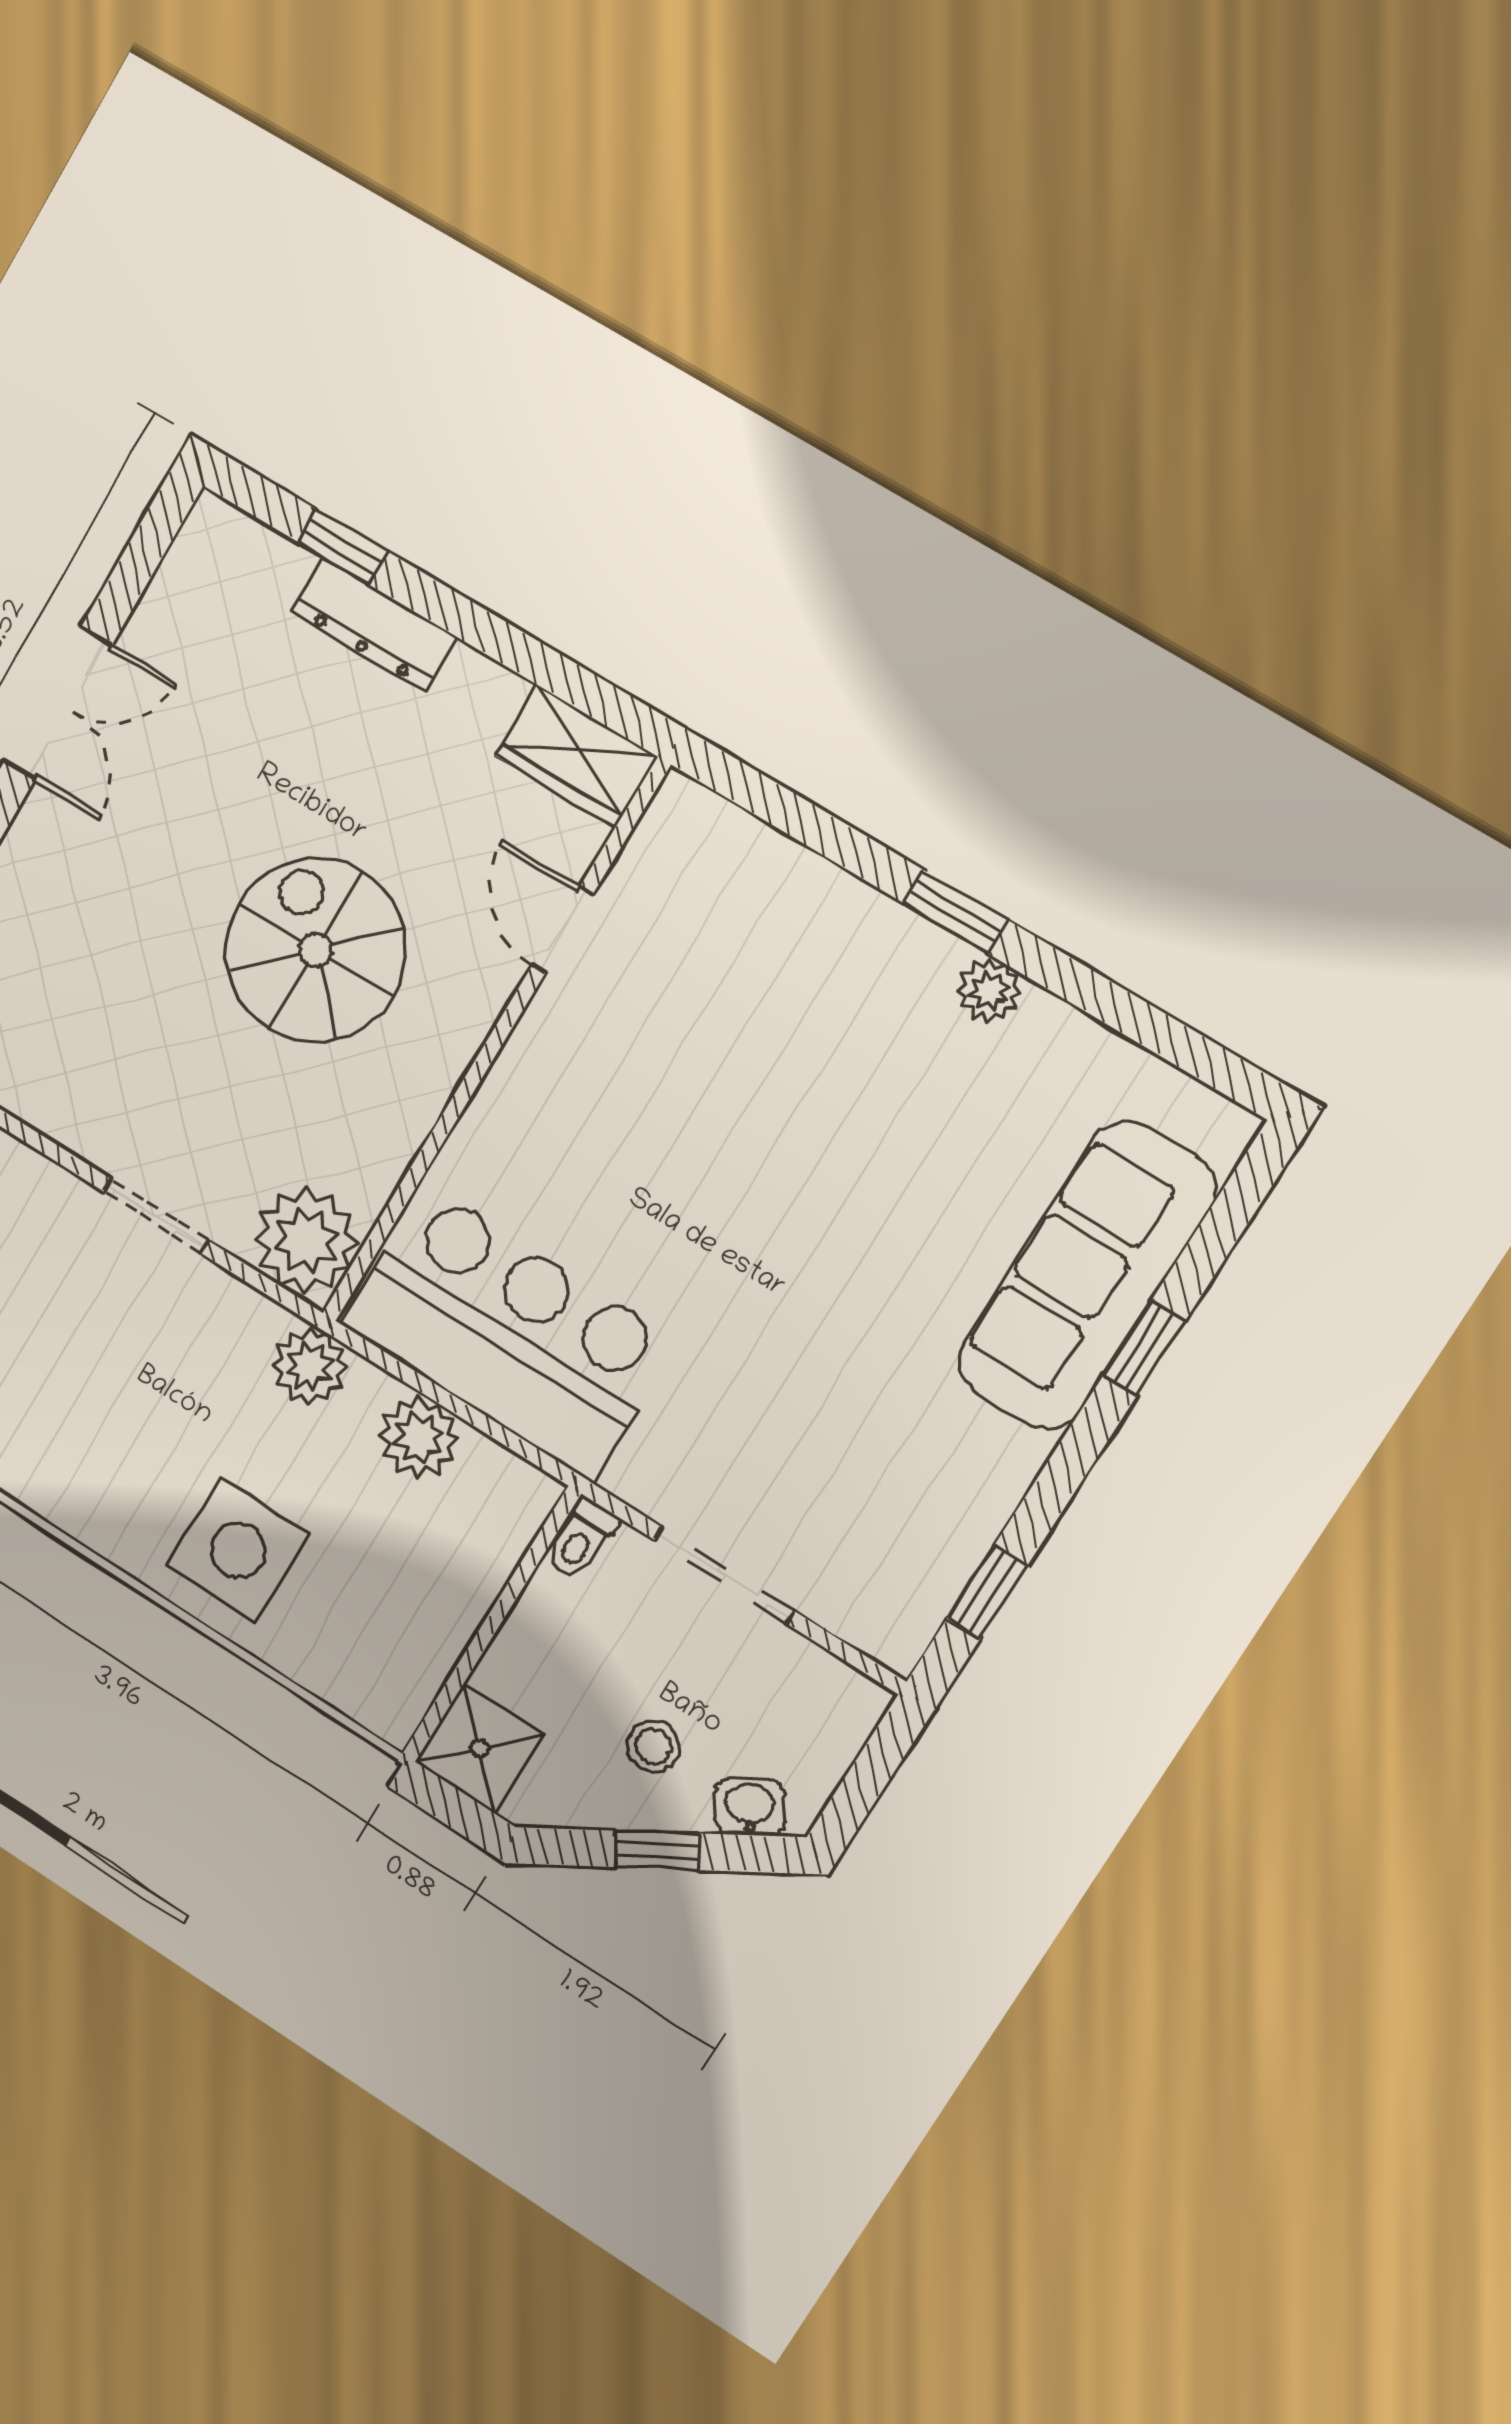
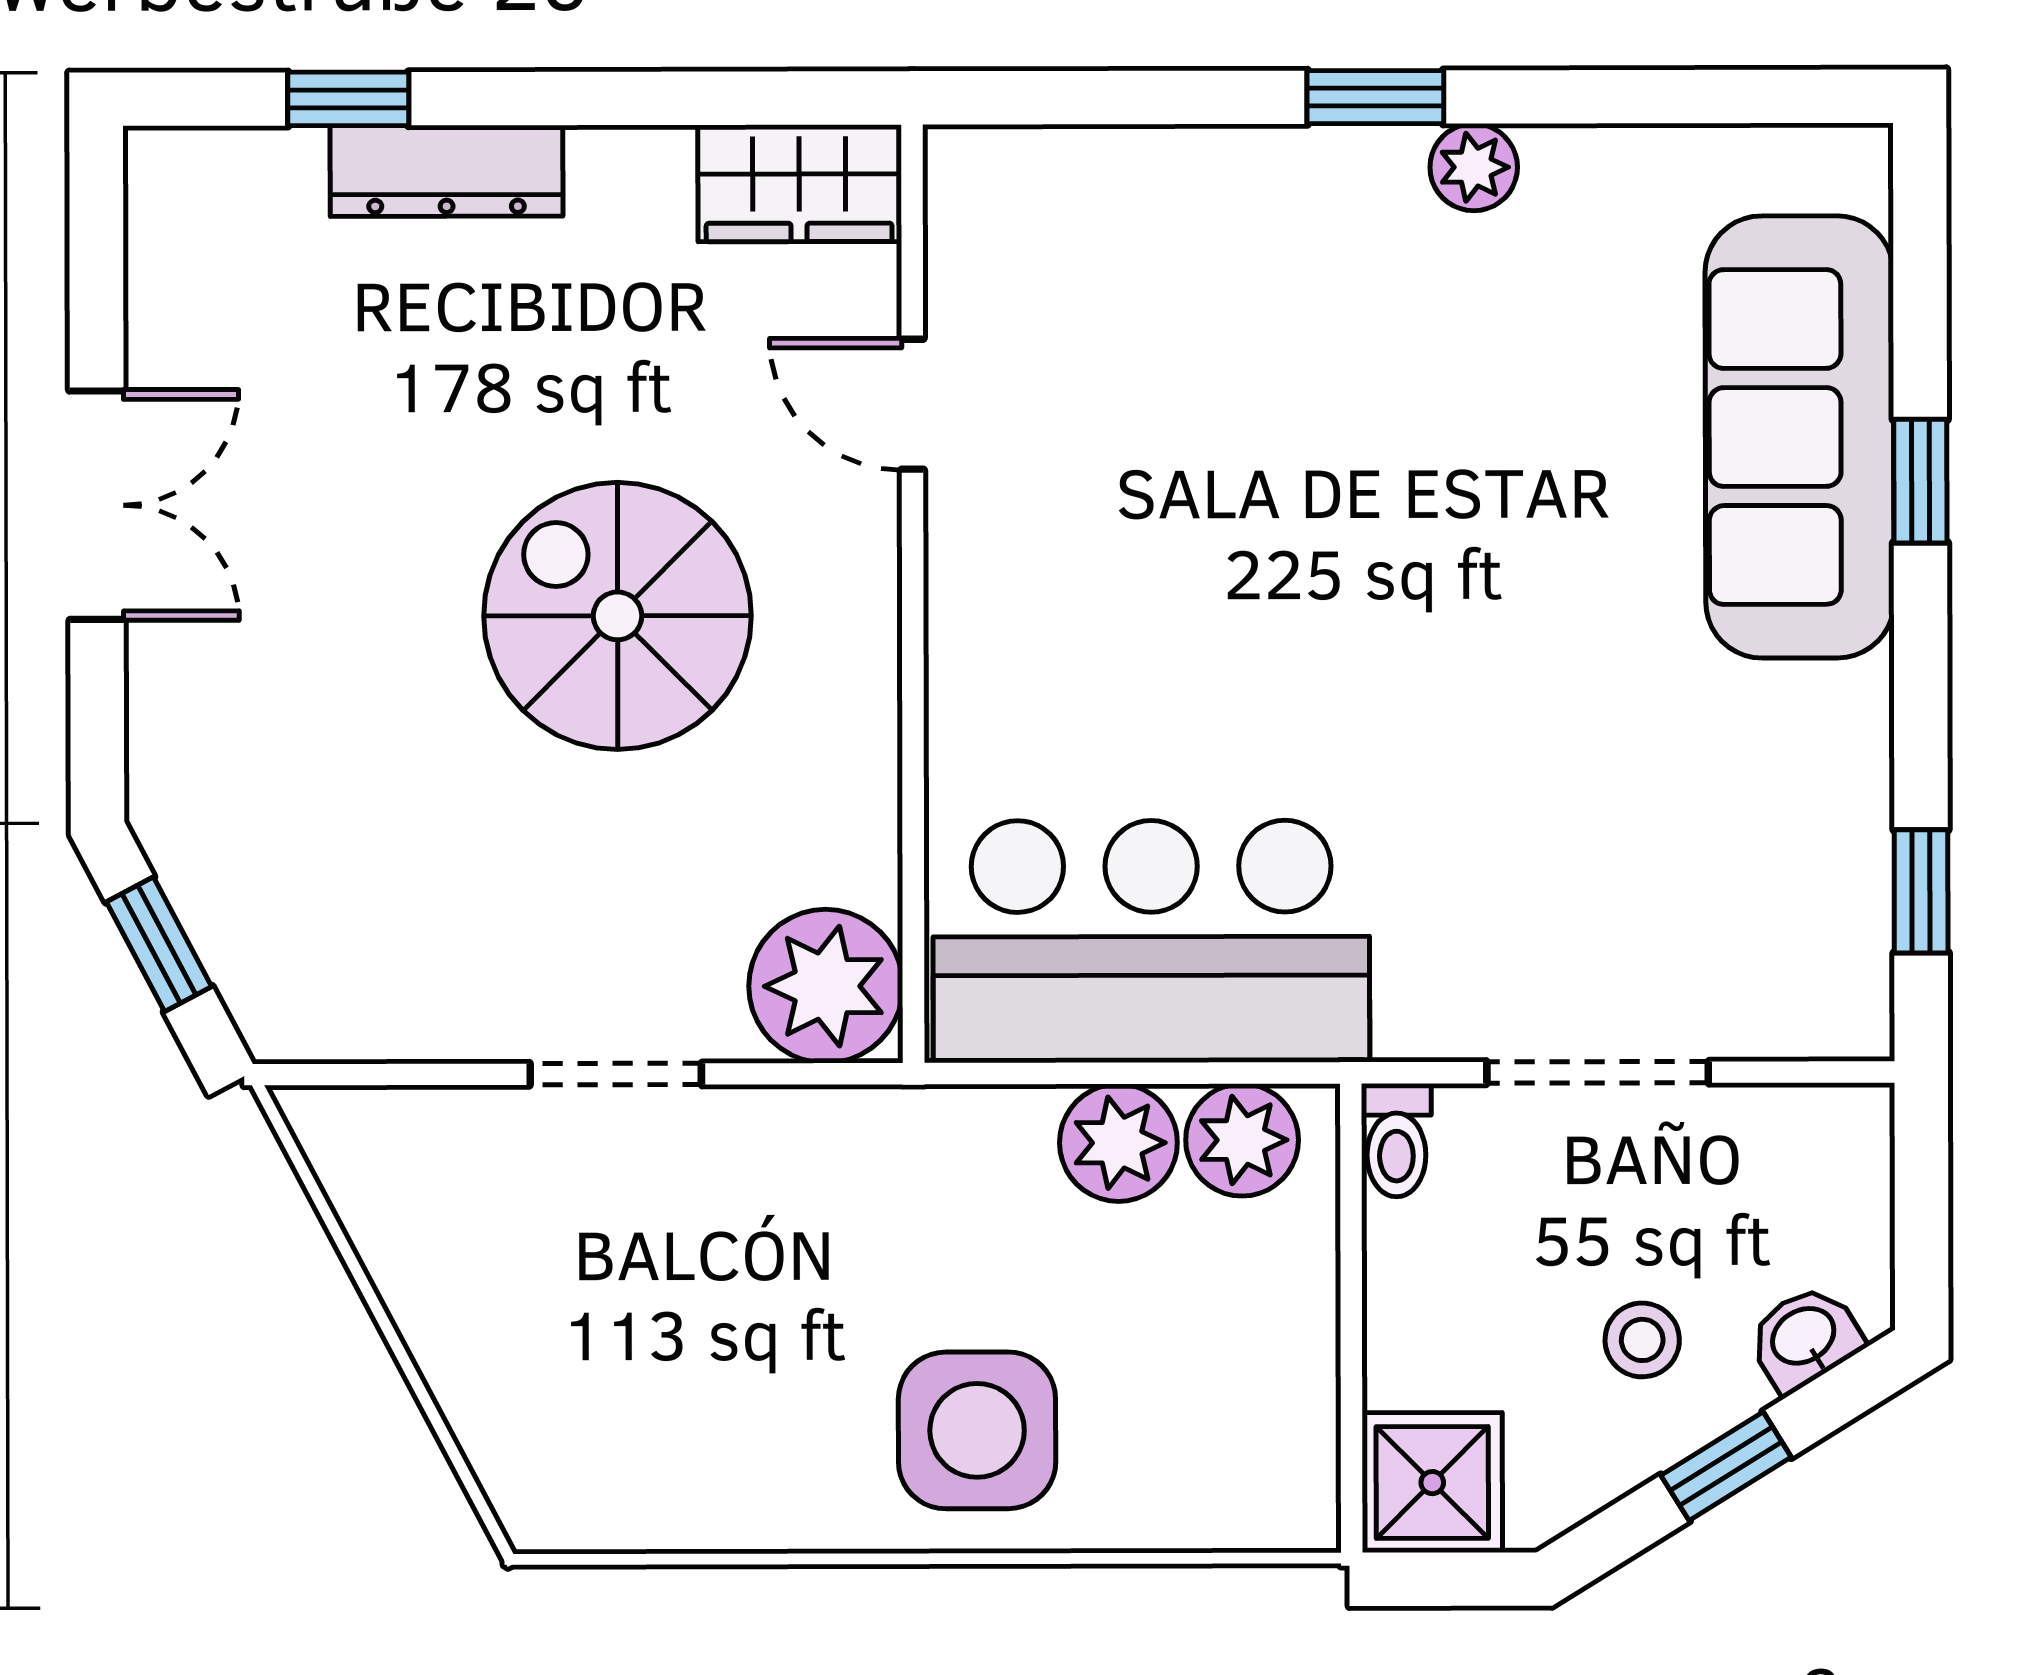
plant: (310, 1366) -> (1242, 1140), moved

